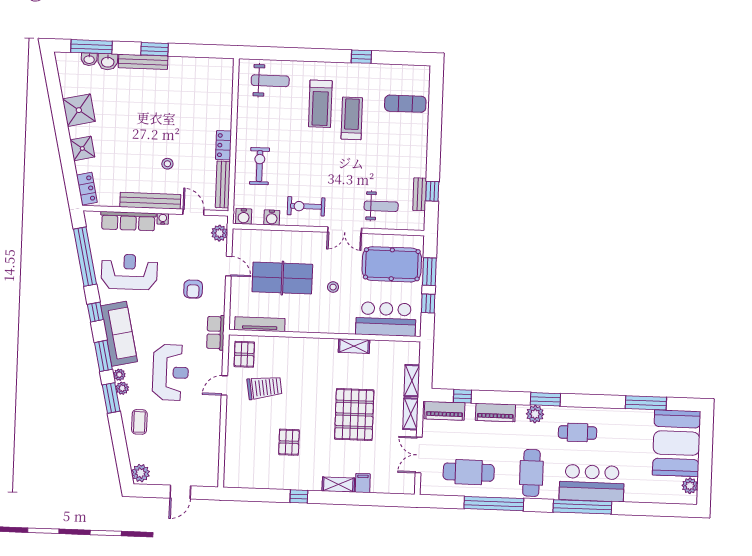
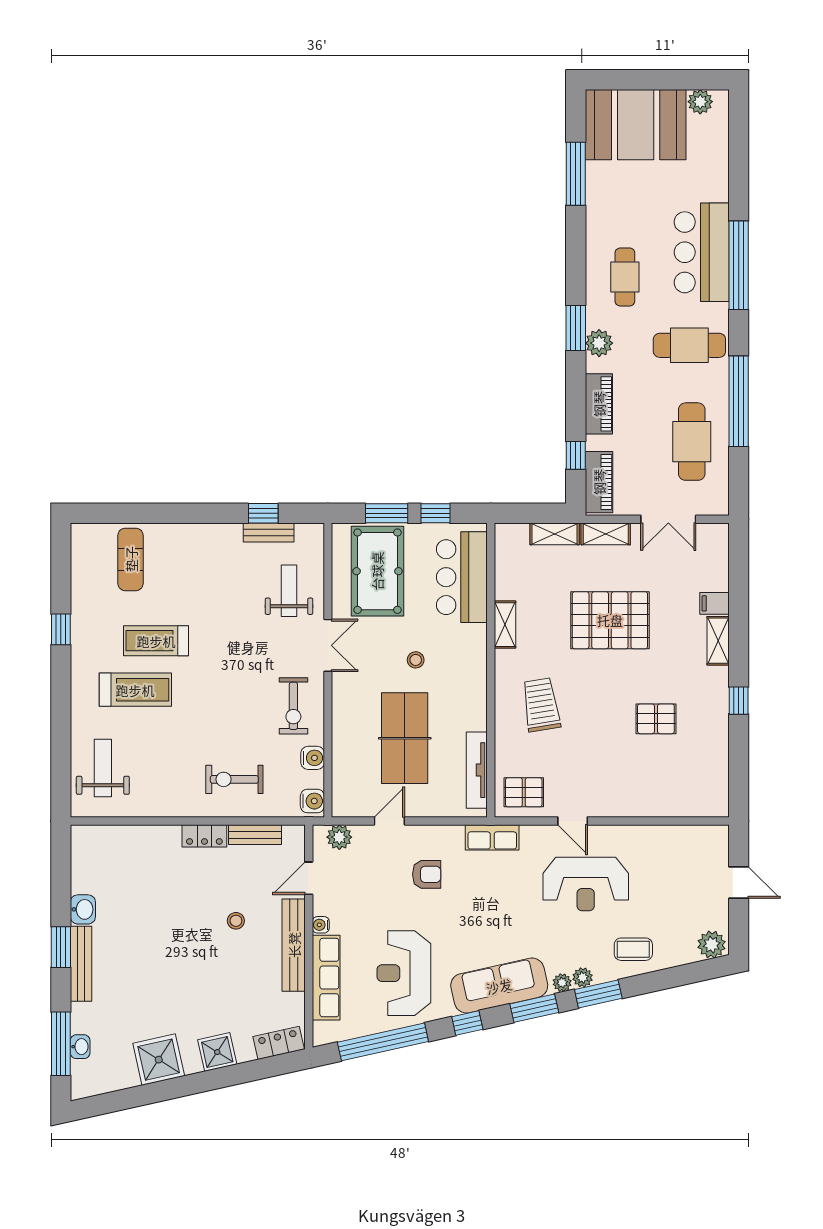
washbasin: (108, 62) -> (83, 909), moved
bench: (223, 184) -> (255, 835), width x0.73
reception desk: (171, 372) -> (586, 884), moved, turned 180
trolley: (264, 388) -> (541, 705), moved

